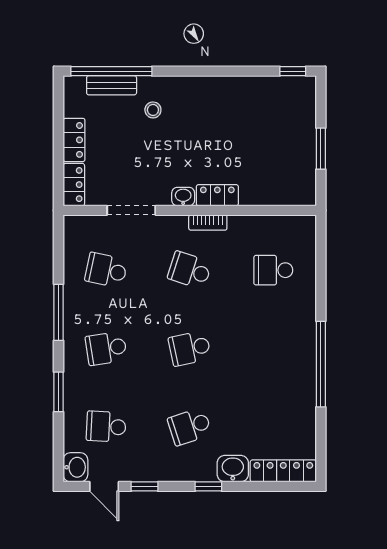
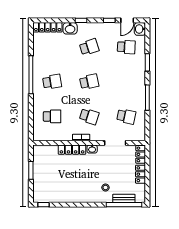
locker: (217, 195) -> (72, 150), width x1.53
school desk: (106, 348) -> (52, 82), moved
door: (104, 486) -> (127, 20), swing flipped

